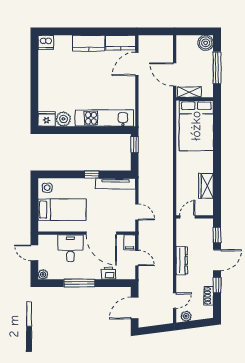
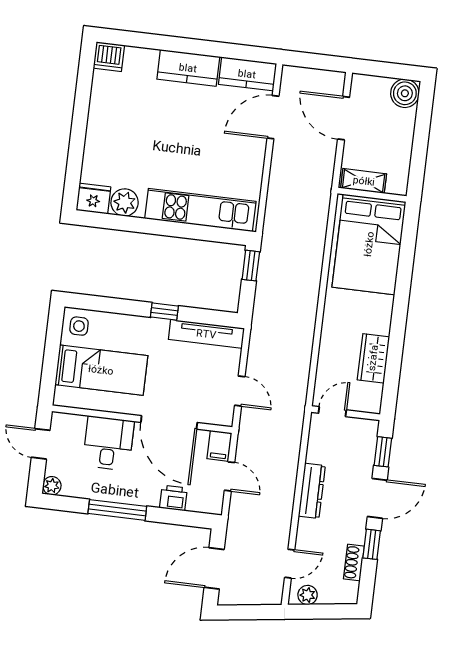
window: (217, 68) -> (420, 142), removed
door: (175, 75) -> (344, 118), moved

